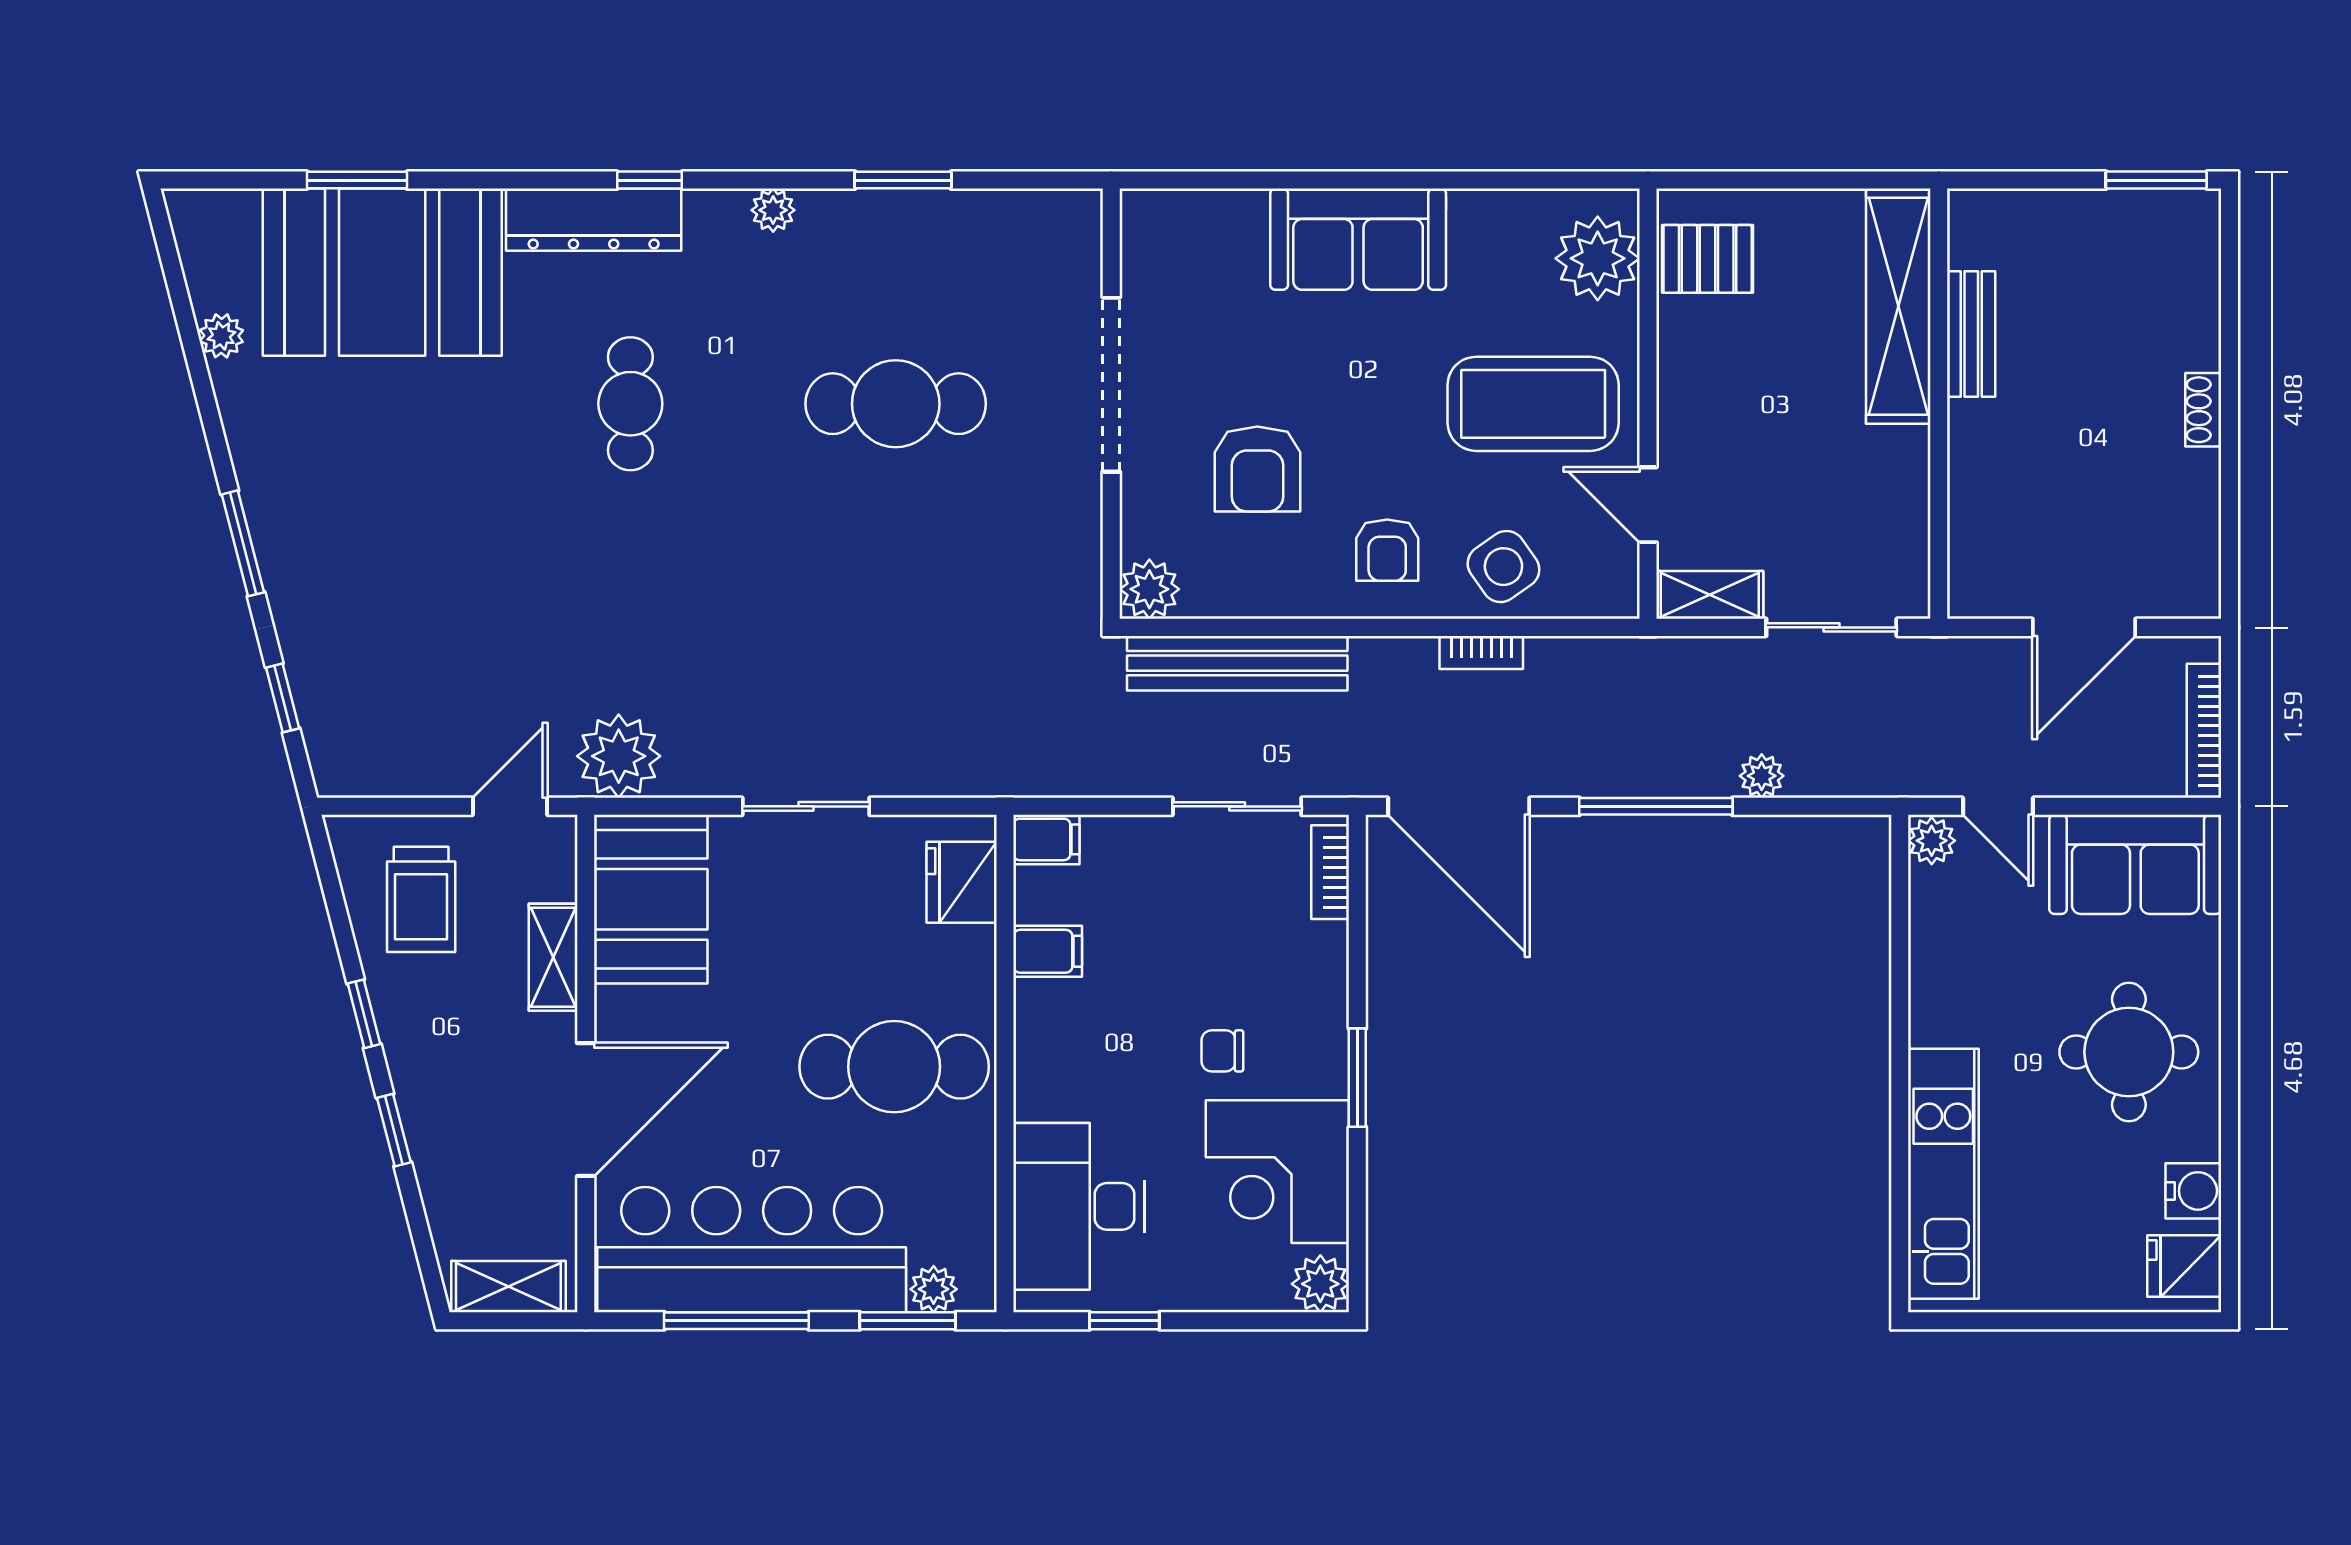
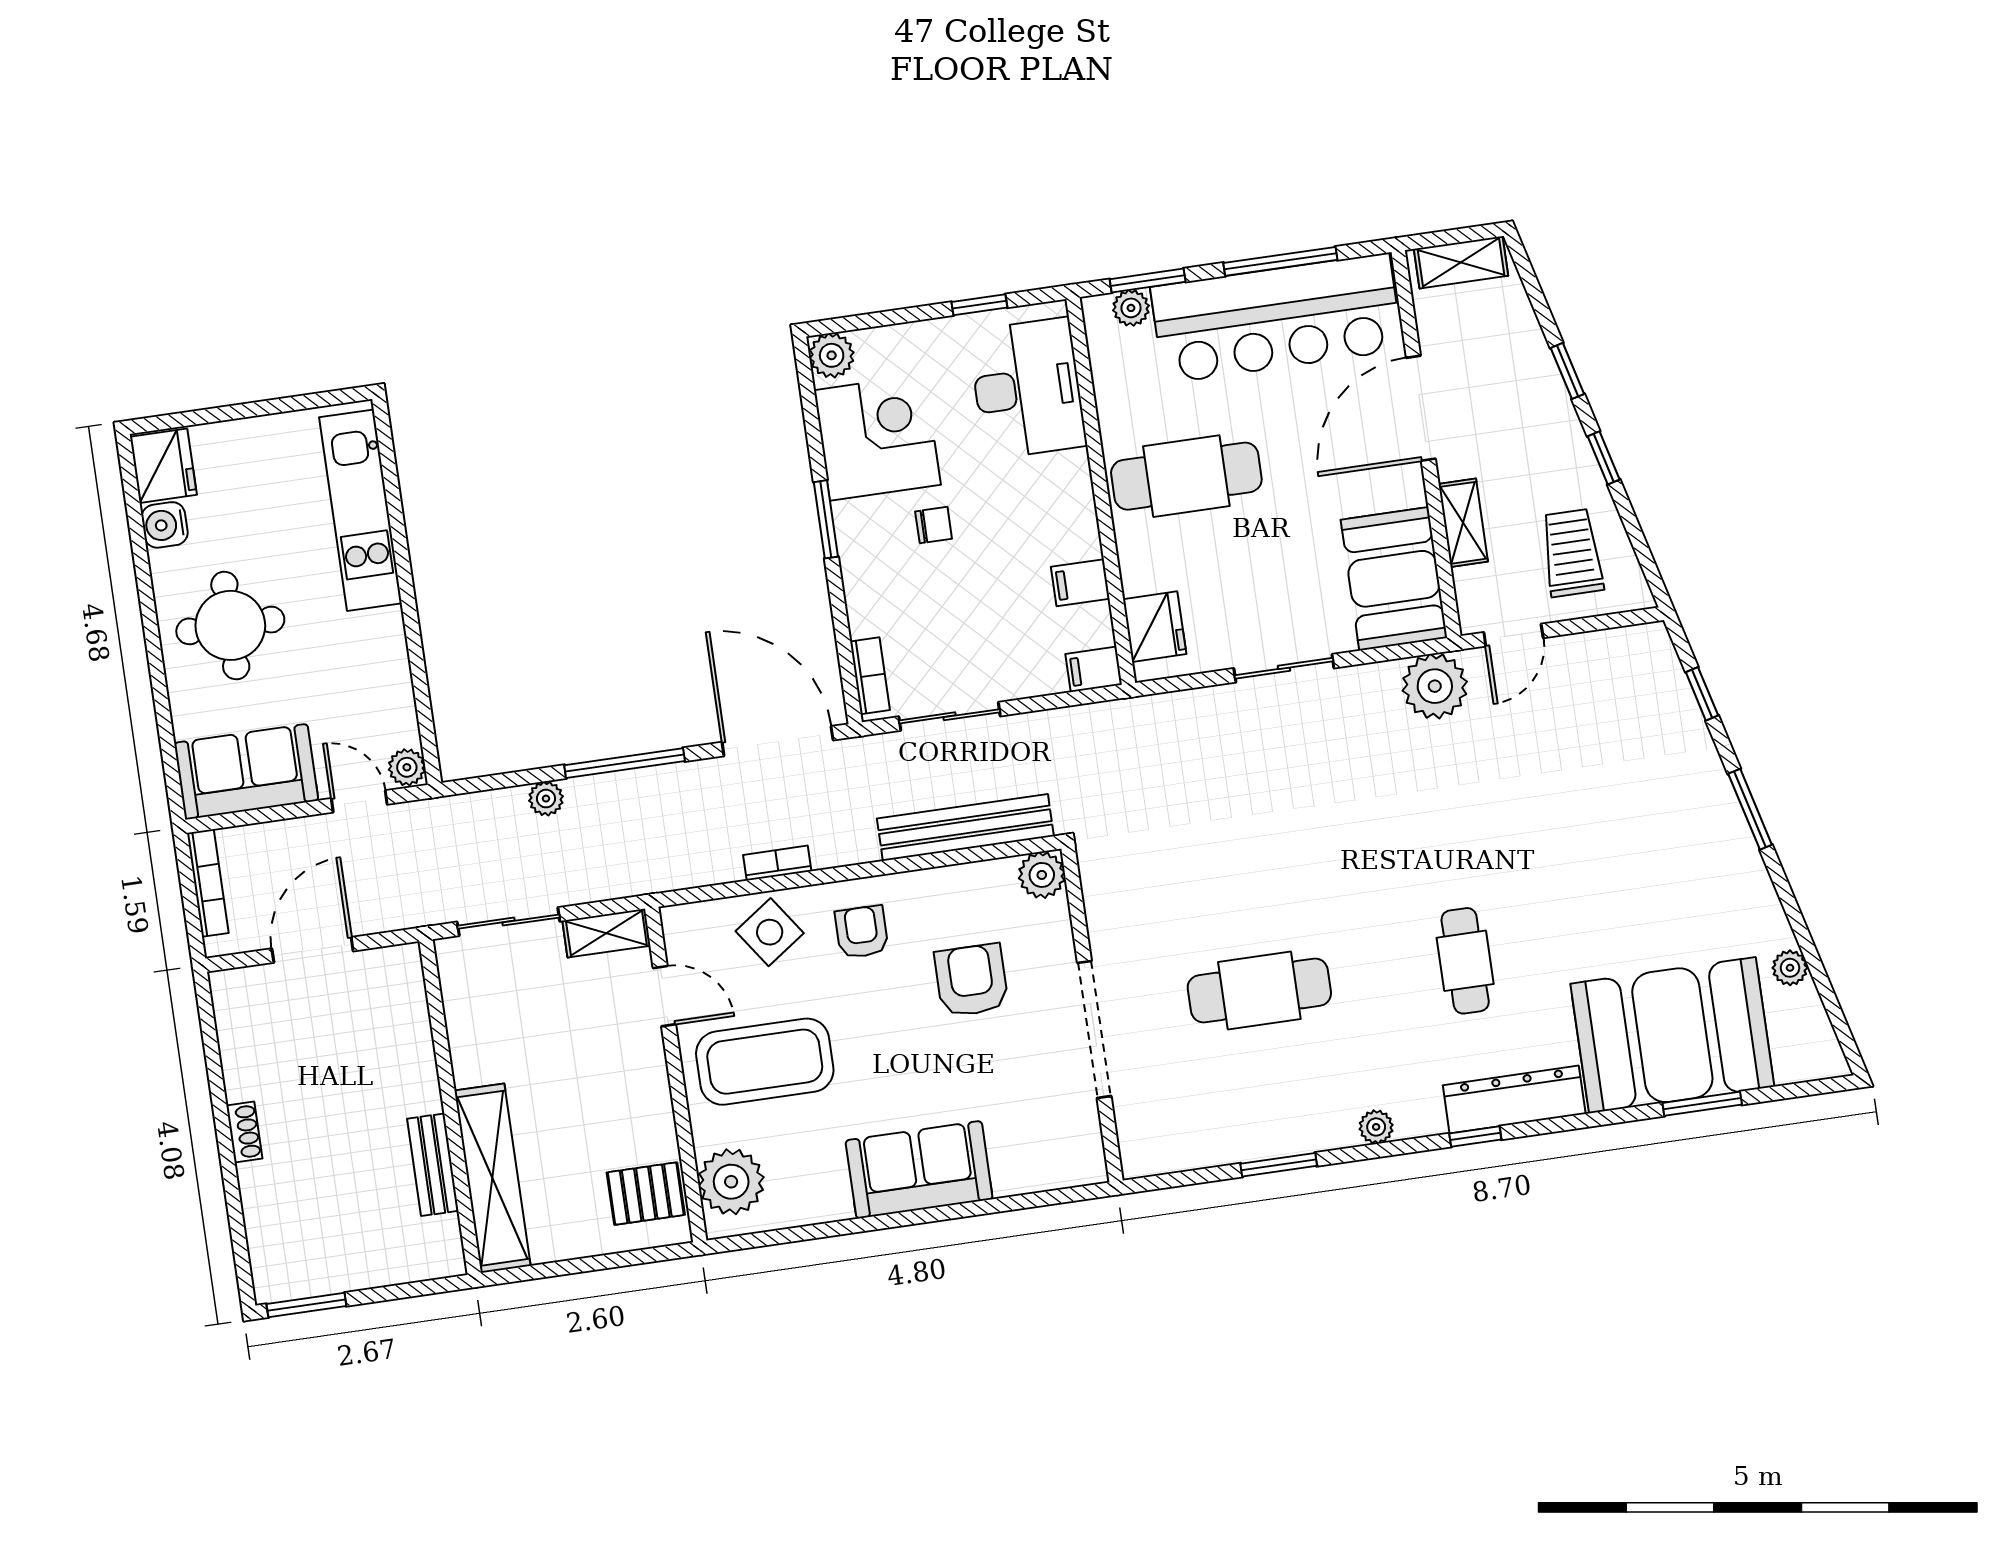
fridge: (2184, 1266) -> (163, 466), width x1.38

